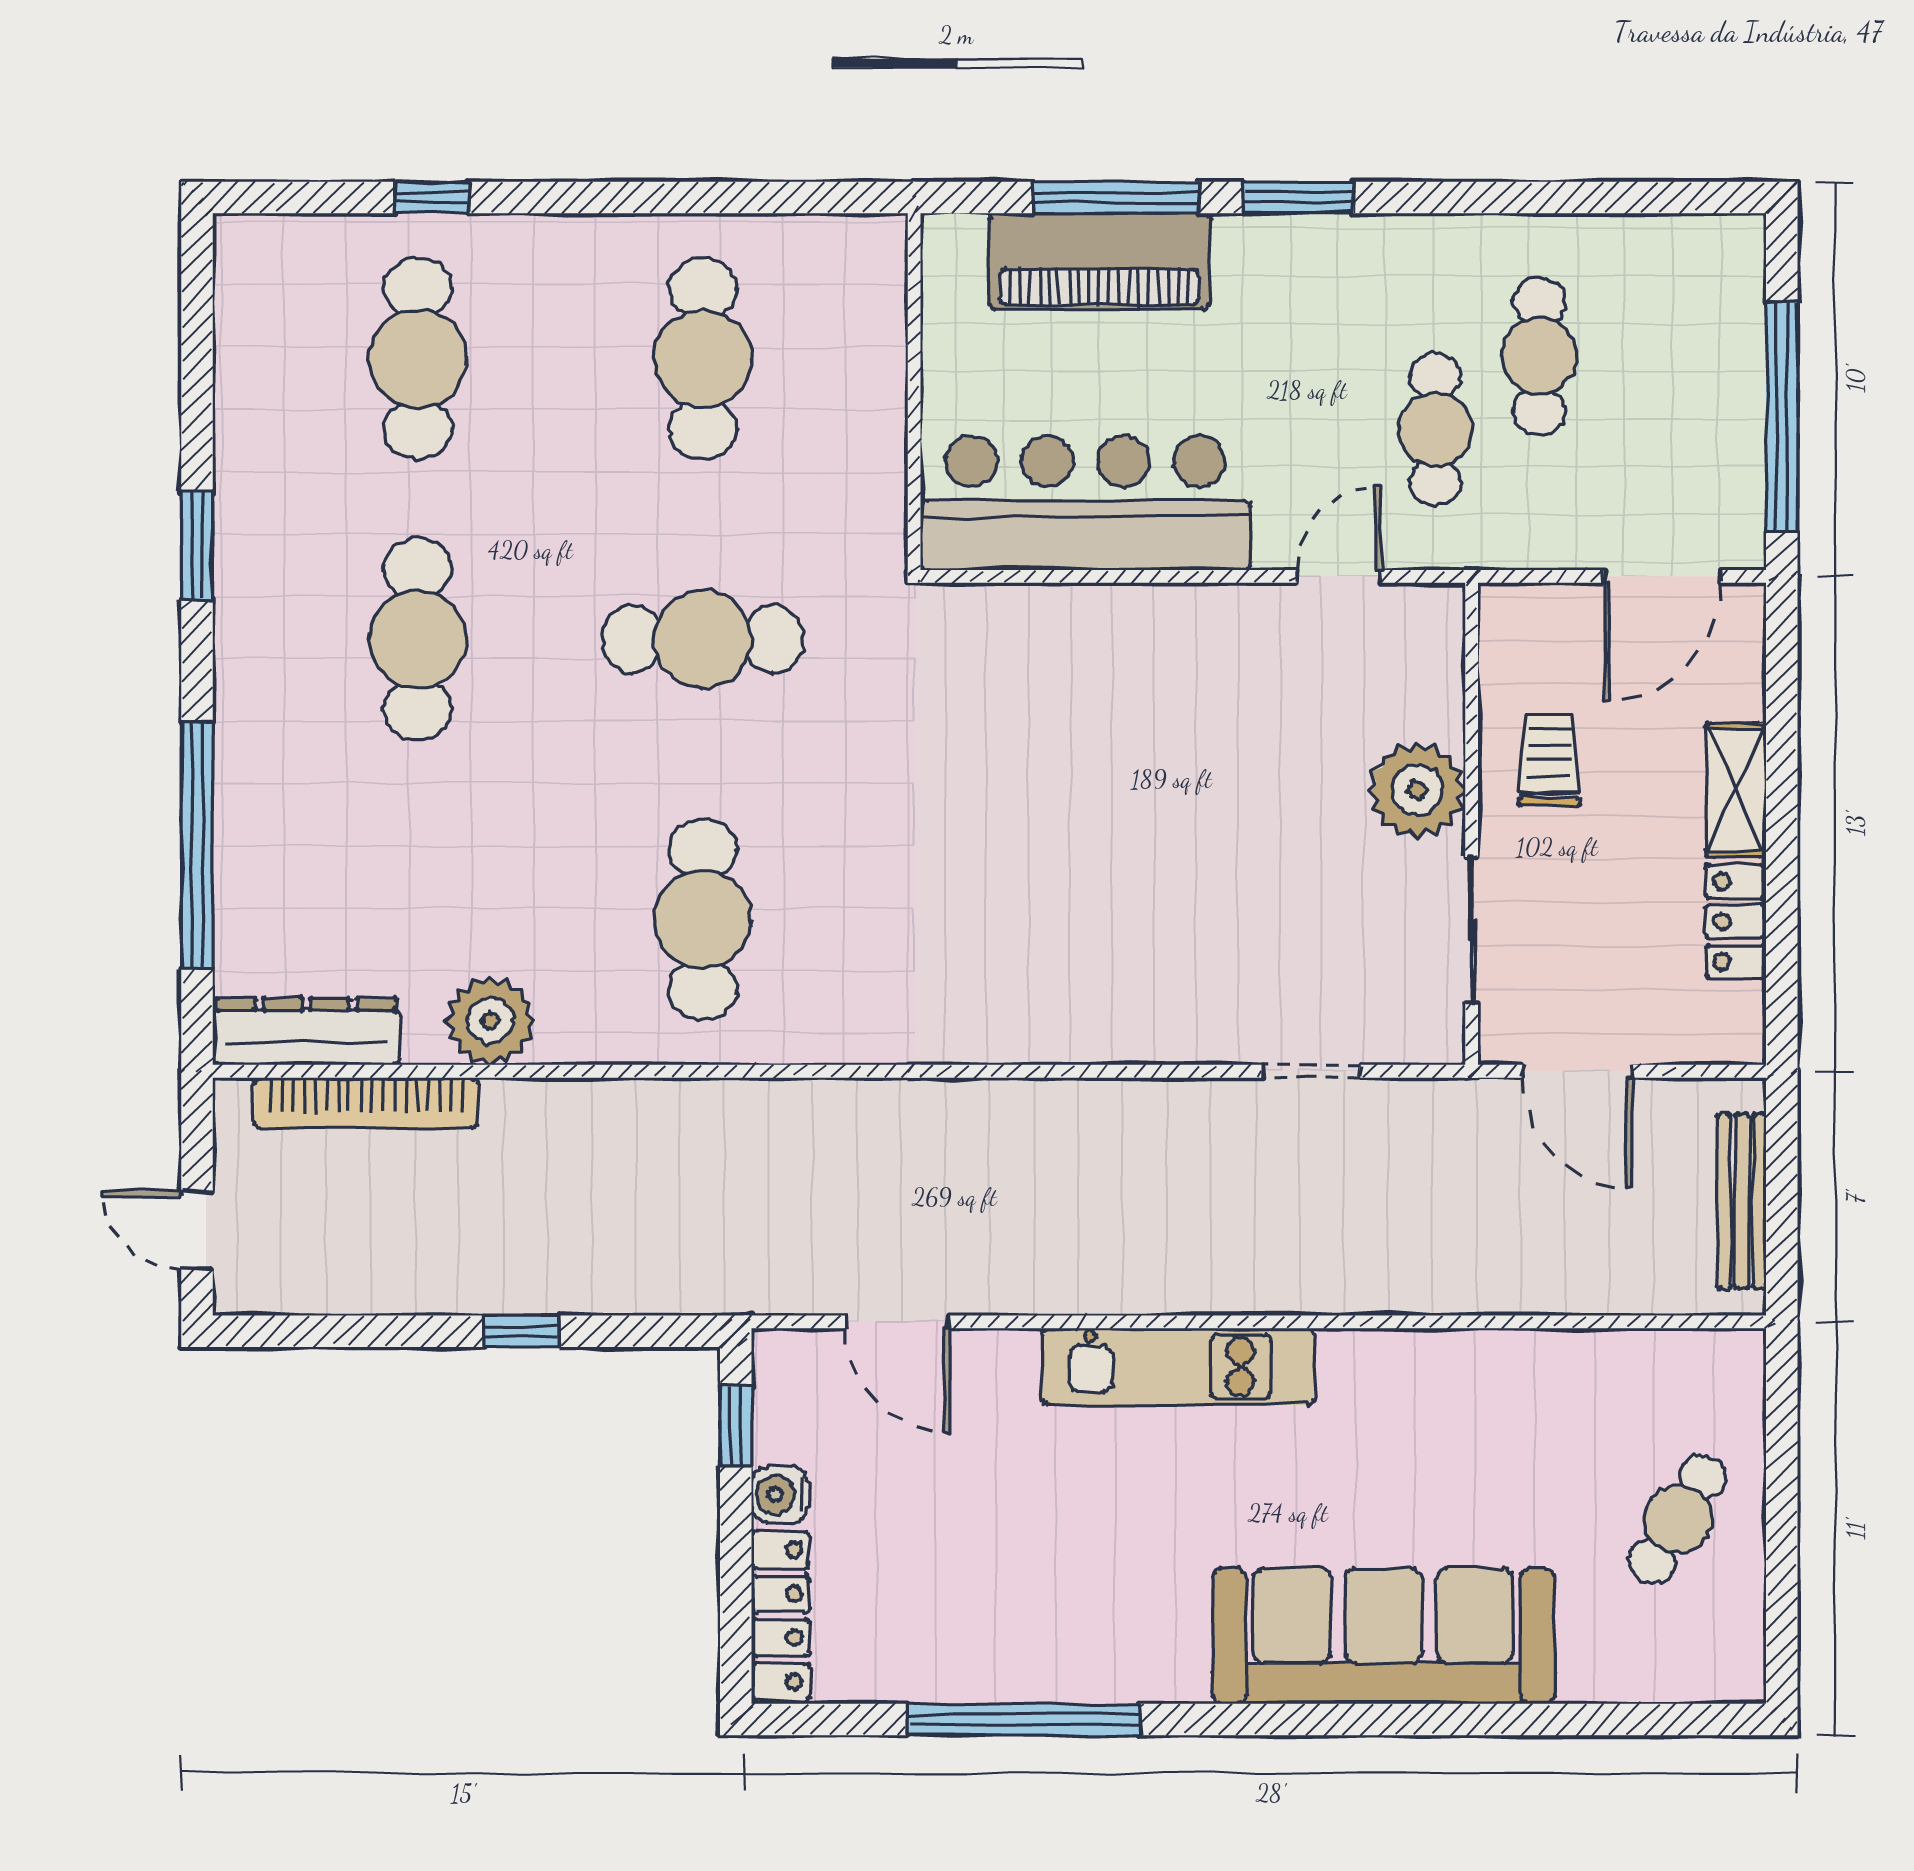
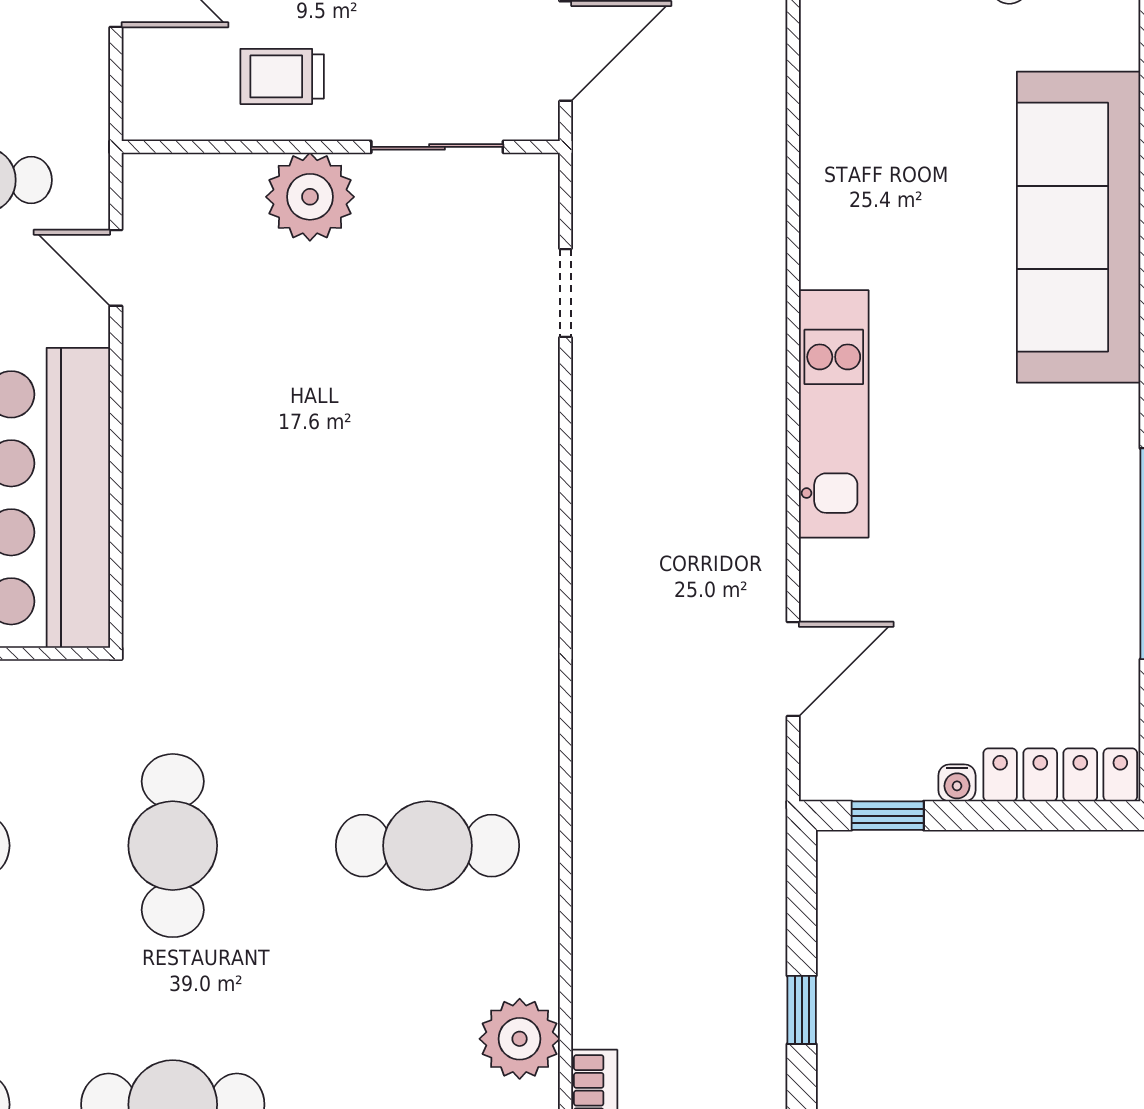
water cooler: (780, 1494) -> (957, 783), width x0.72, depth x0.72

